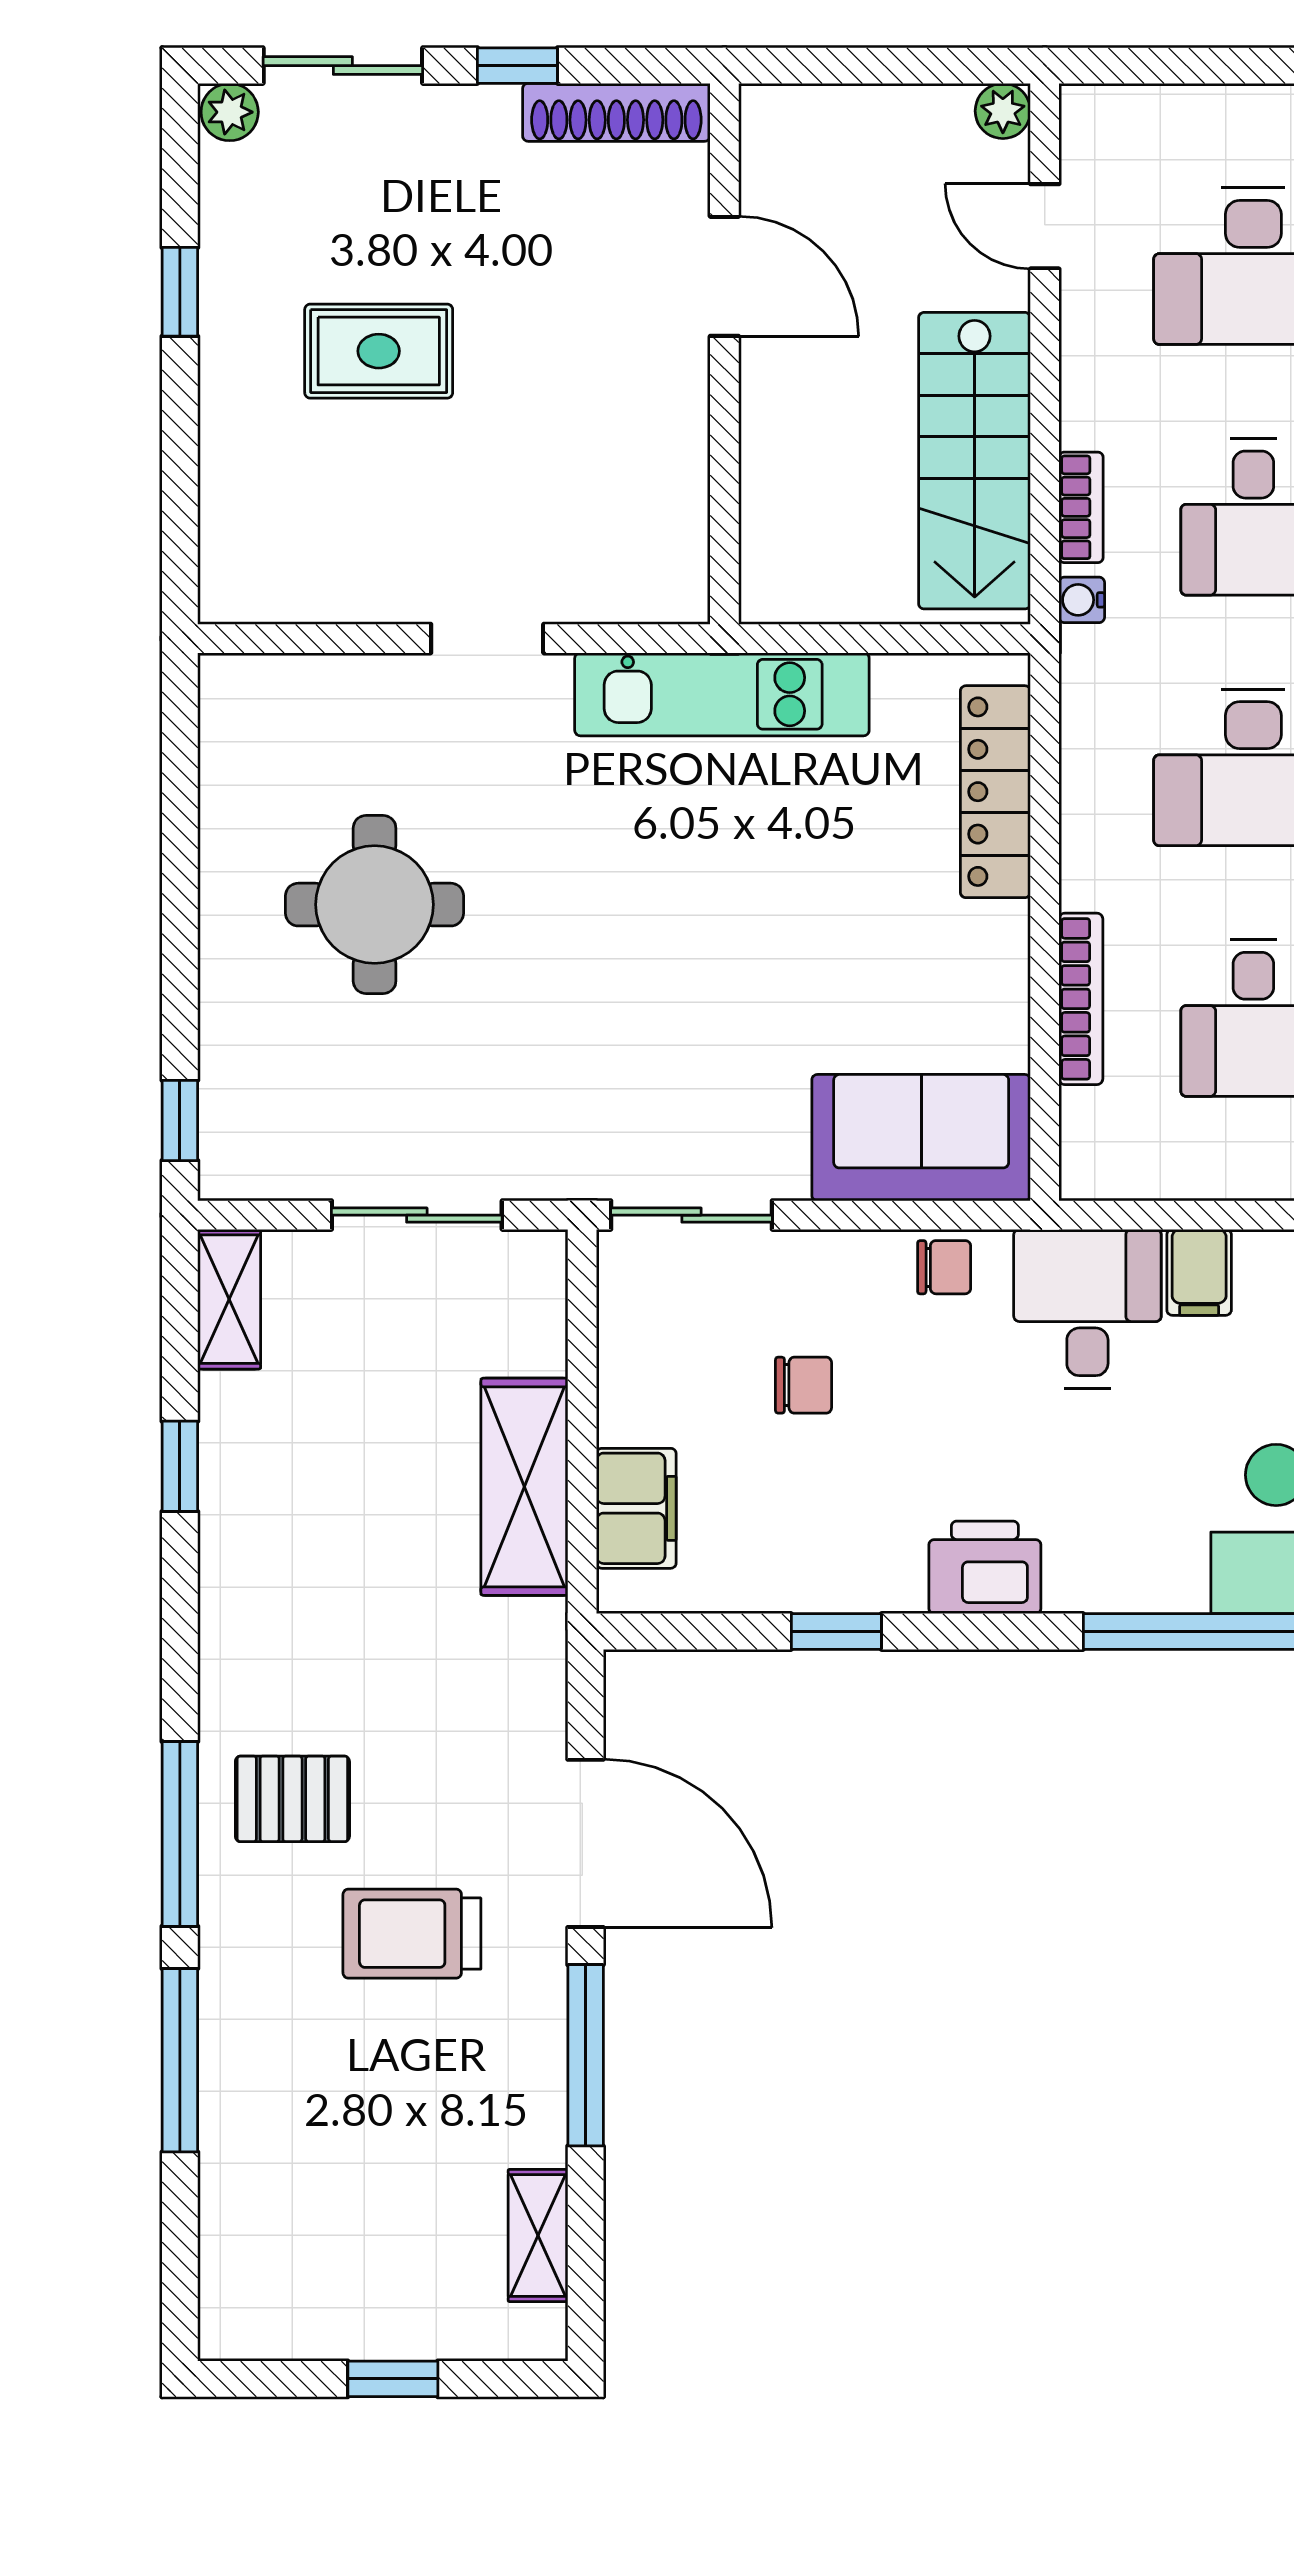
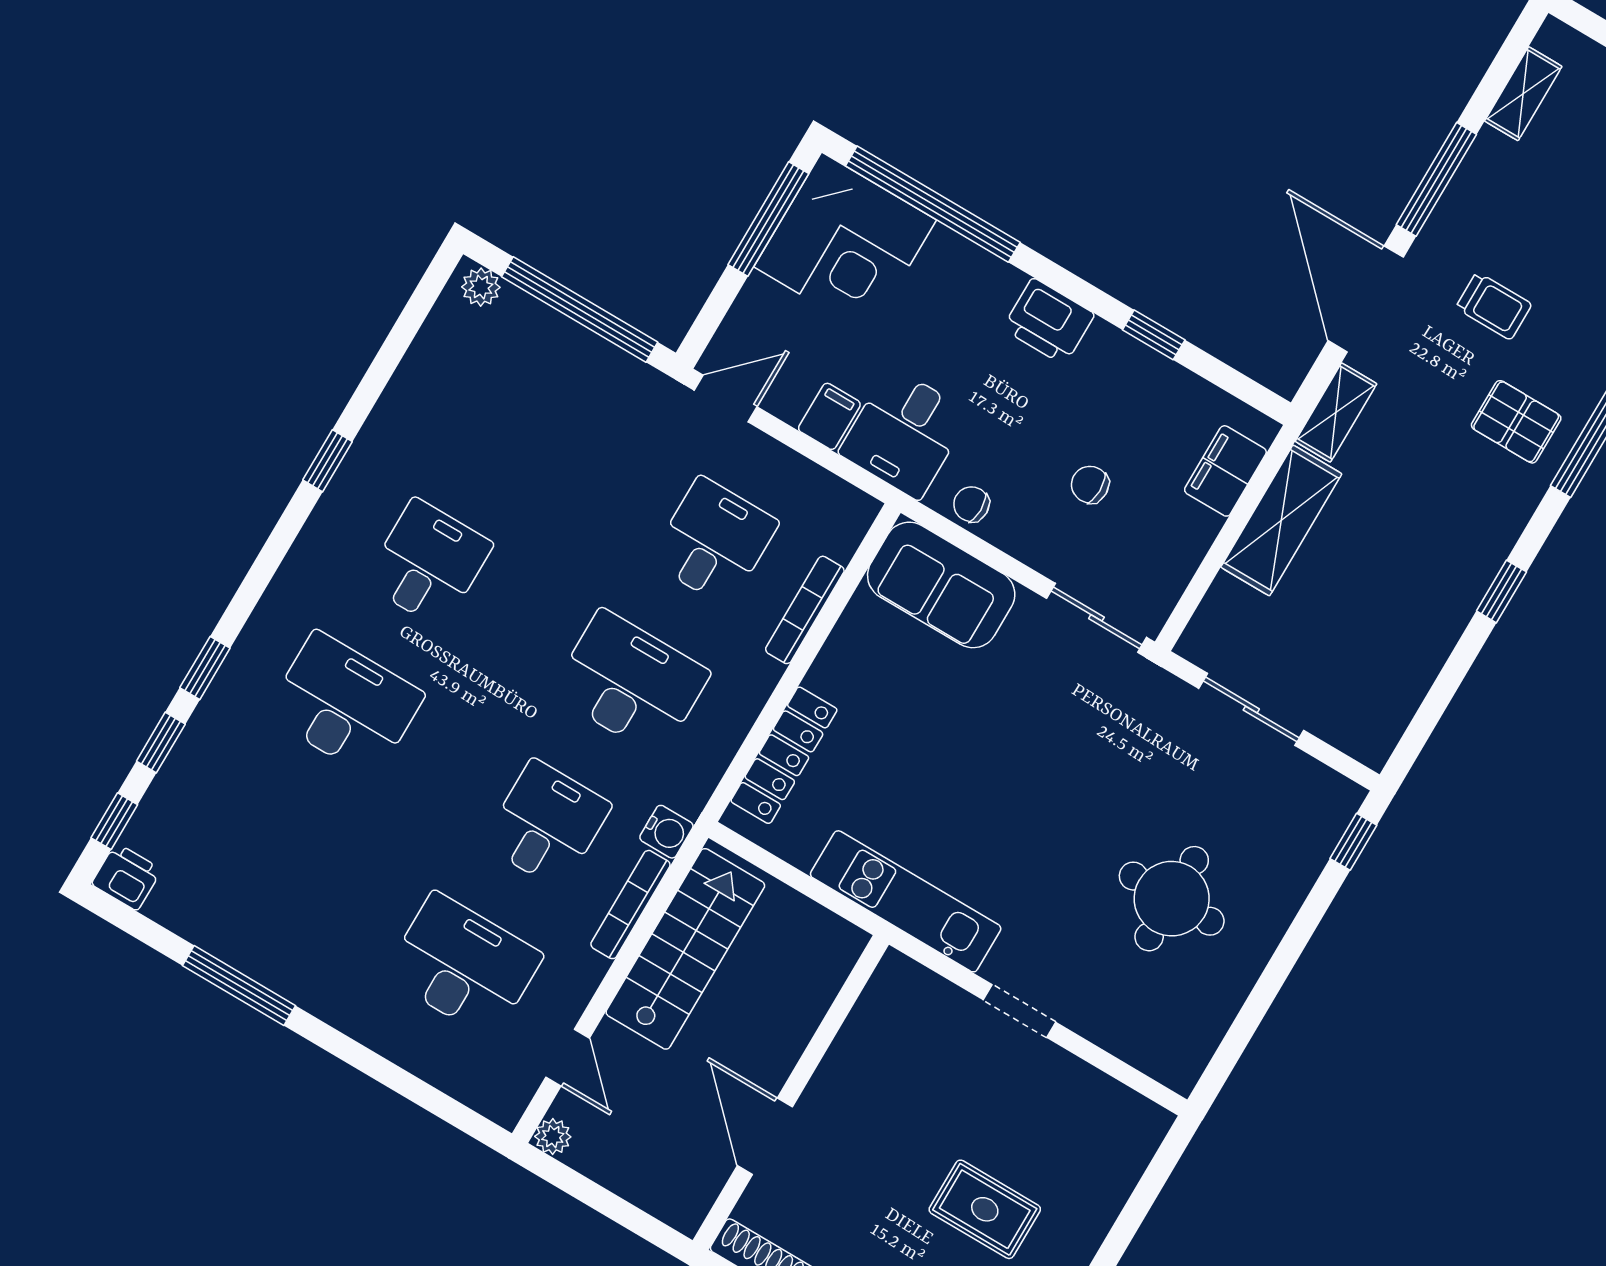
bookcase: (1081, 507) -> (630, 905), width x1.56
water cooler: (1082, 600) -> (666, 832), width x1.38, depth x1.38
shelving: (229, 1299) -> (1336, 413), moved
window: (180, 1466) -> (1501, 591), moved
trolley: (412, 1934) -> (1494, 306), width x0.73, depth x0.72

